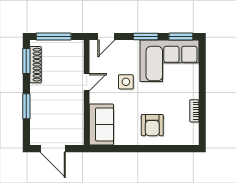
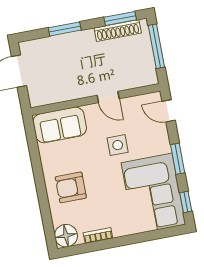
window: (181, 36) -> (186, 202), width x0.67
floor lamp: (190, 136) -> (66, 236), added

